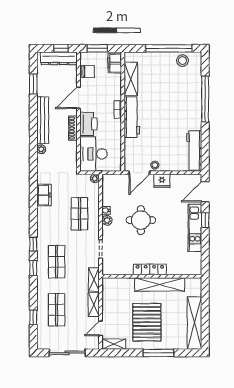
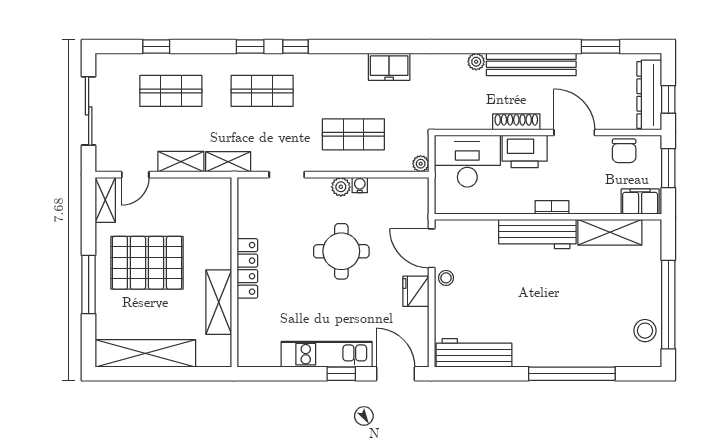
shelving: (160, 284) -> (219, 302), width x0.68
door: (101, 328) -> (135, 175), swing flipped

